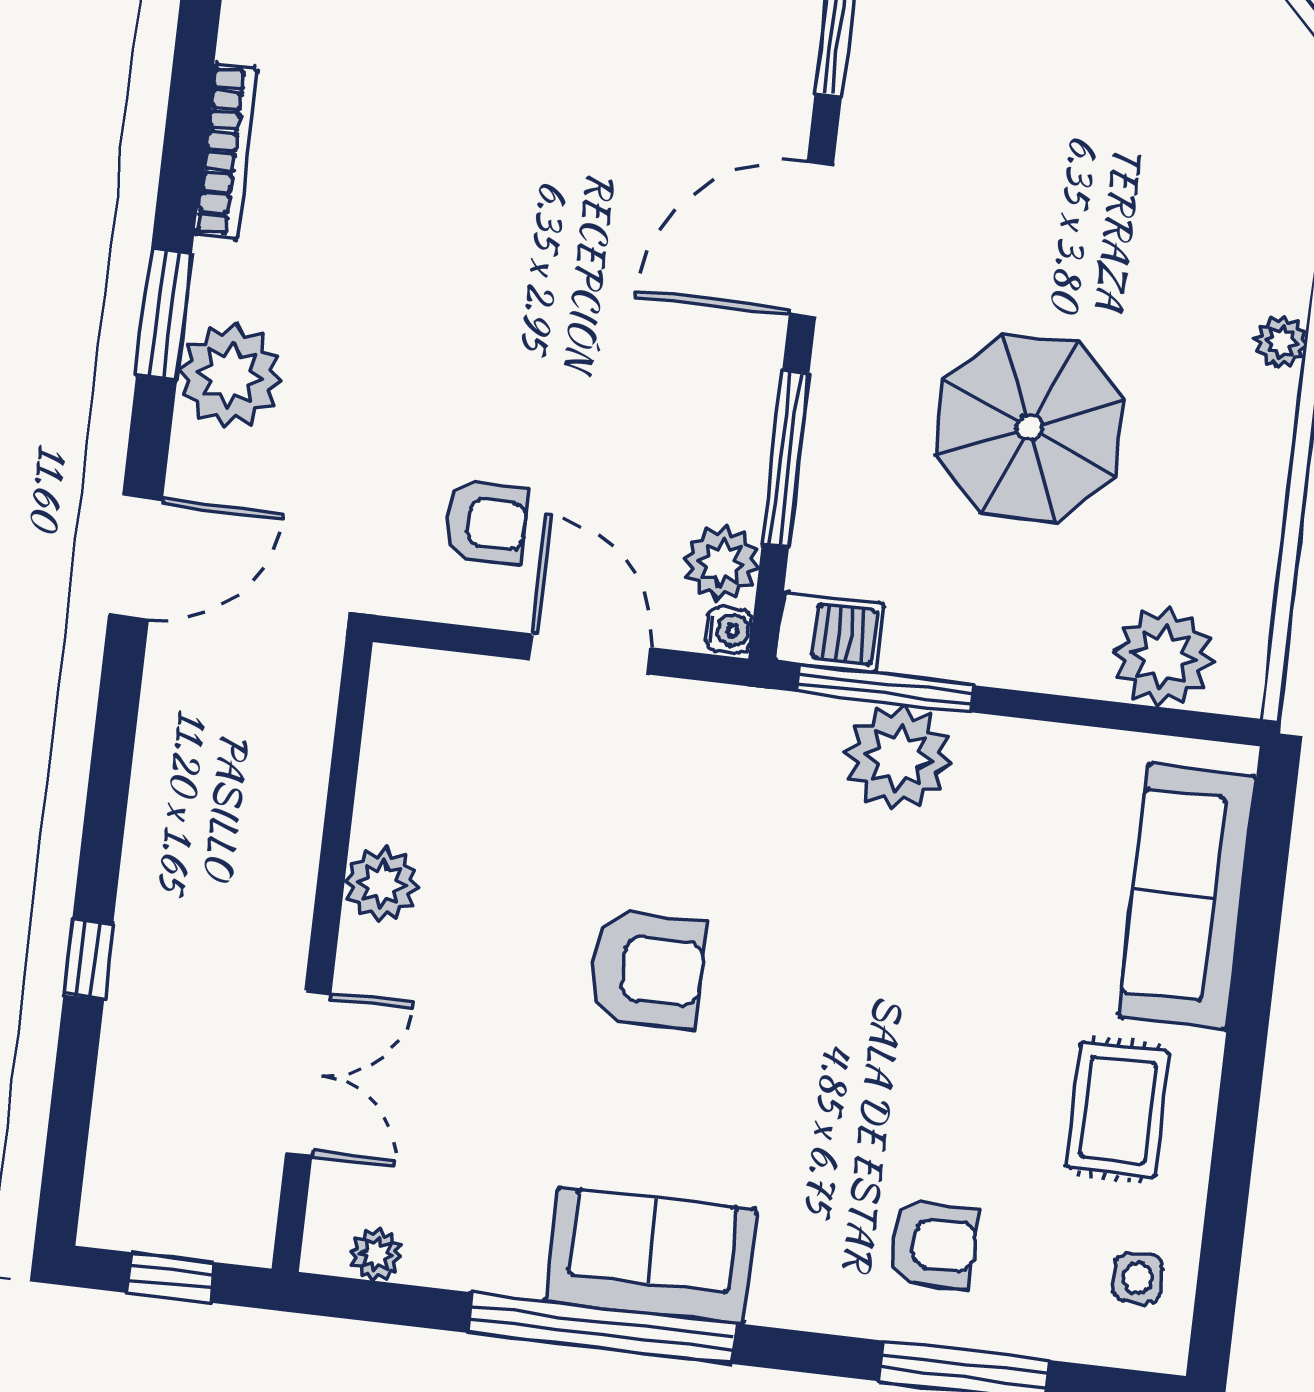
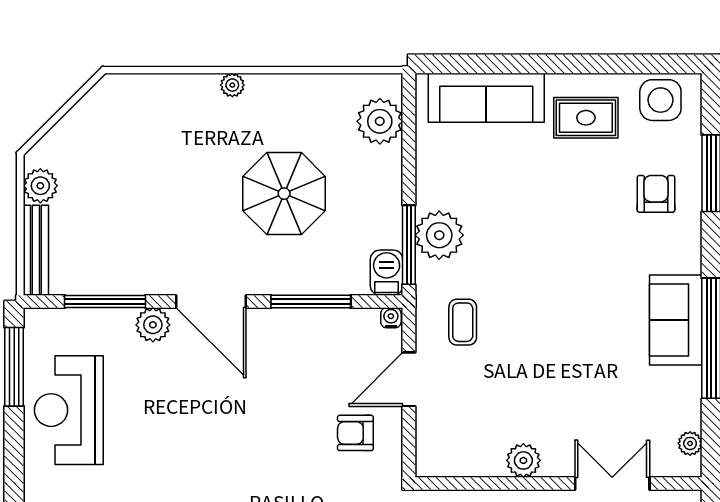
armchair: (486, 523) -> (355, 433), turned -90
plant: (722, 563) -> (153, 325), moved
coffee table: (701, 787) -> (463, 322), added
armchair: (647, 969) -> (548, 337), removed
side table: (1138, 1278) -> (660, 100), width x1.87, depth x1.87

